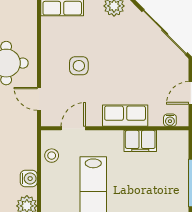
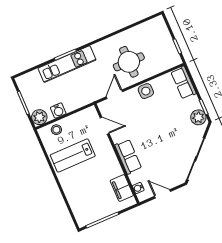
side table: (79, 66) -> (146, 91), moved
filing cabinet: (140, 141) -> (122, 188), moved
stool: (52, 156) -> (56, 130), moved

